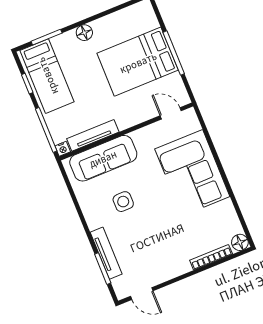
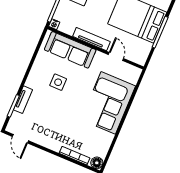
door: (171, 113) -> (116, 56), moved
tv unit: (93, 135) -> (91, 39), moved
tv unit: (106, 253) -> (23, 100), width x0.71

